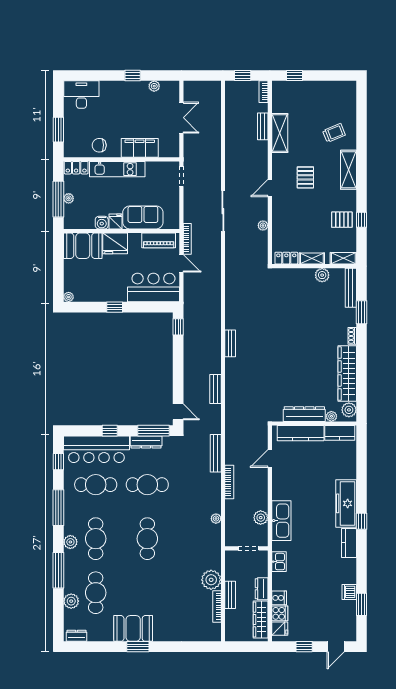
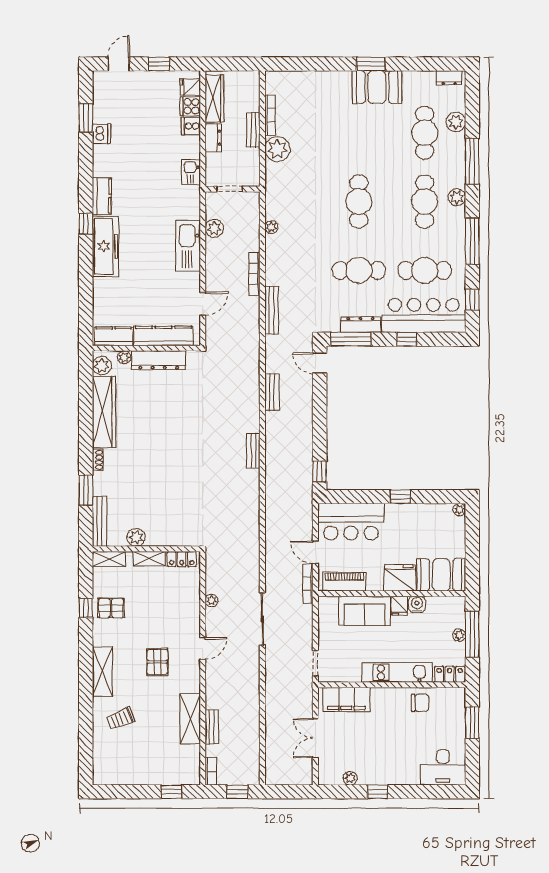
filing cabinet: (140, 148) -> (346, 699), moved
kitchen sink: (281, 521) -> (188, 246), moved

